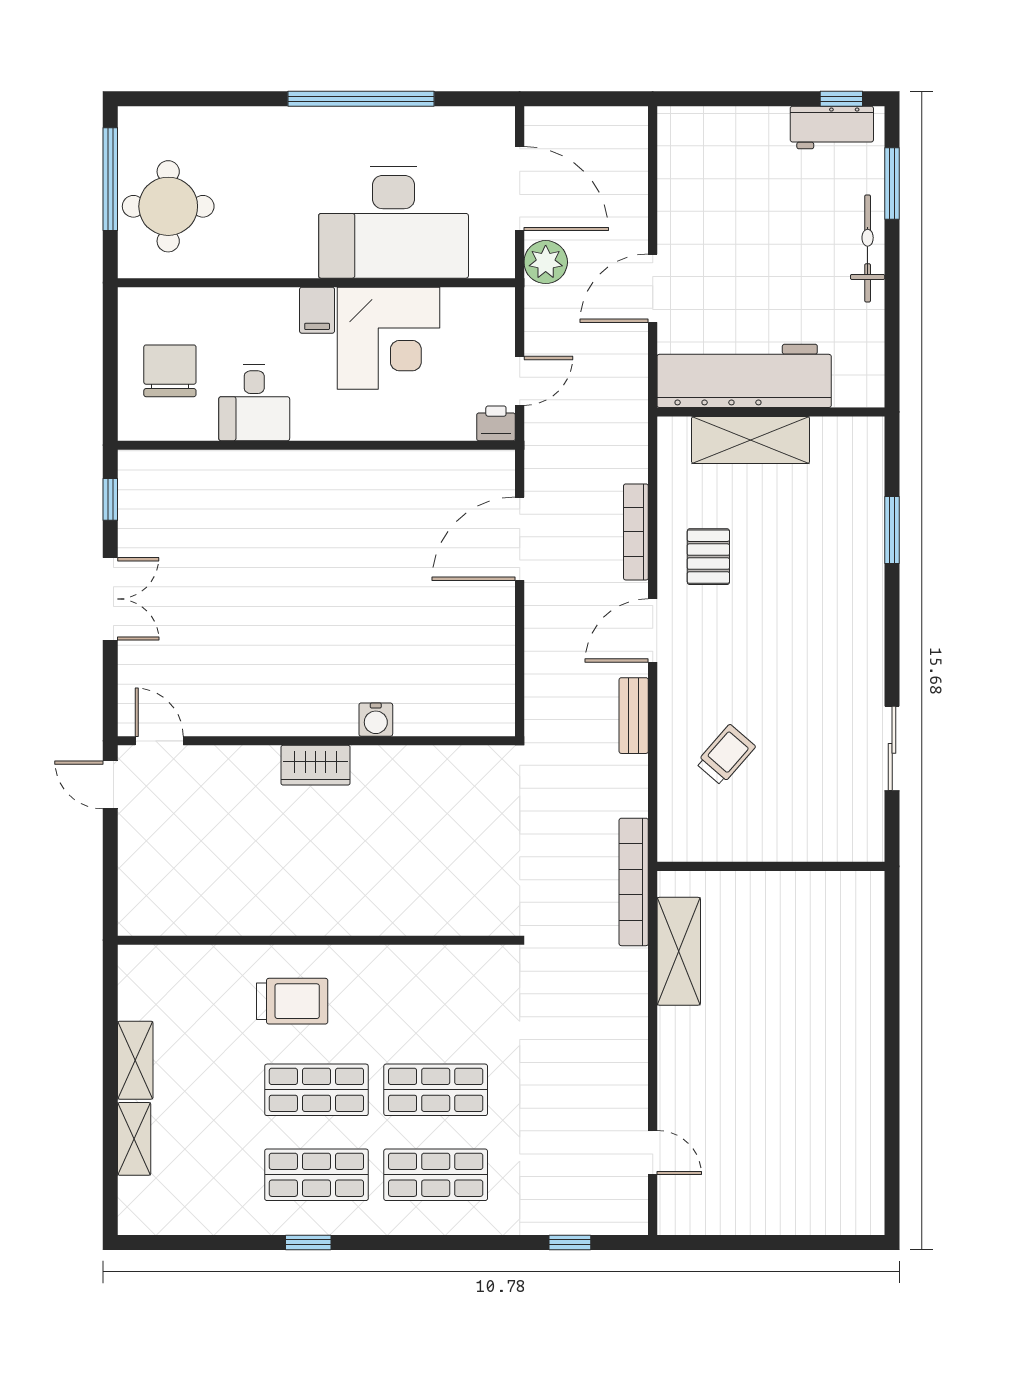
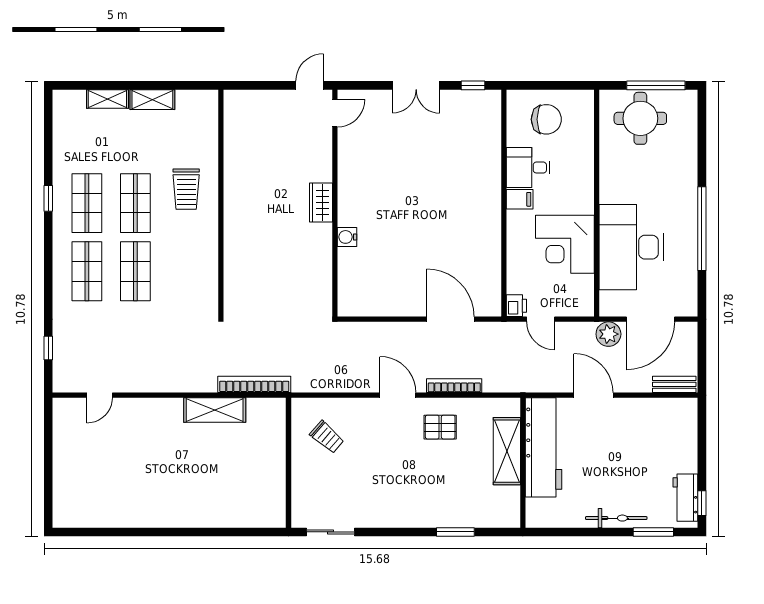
filing cabinet: (317, 310) -> (520, 199), moved, turned 180
bench: (634, 716) -> (674, 384), moved
wall: (771, 866) -> (288, 463), moved

